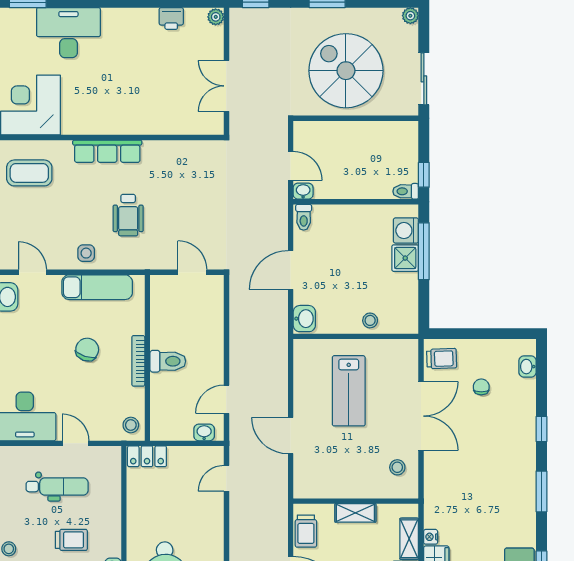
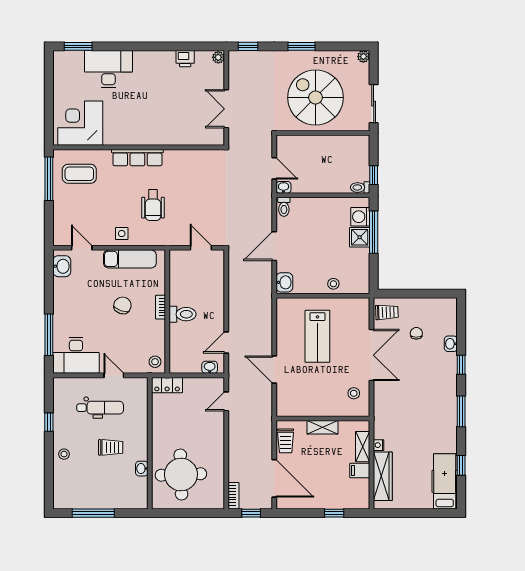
bookcase: (138, 361) -> (161, 307), width x0.64
washbasin: (528, 367) -> (451, 344), moved

